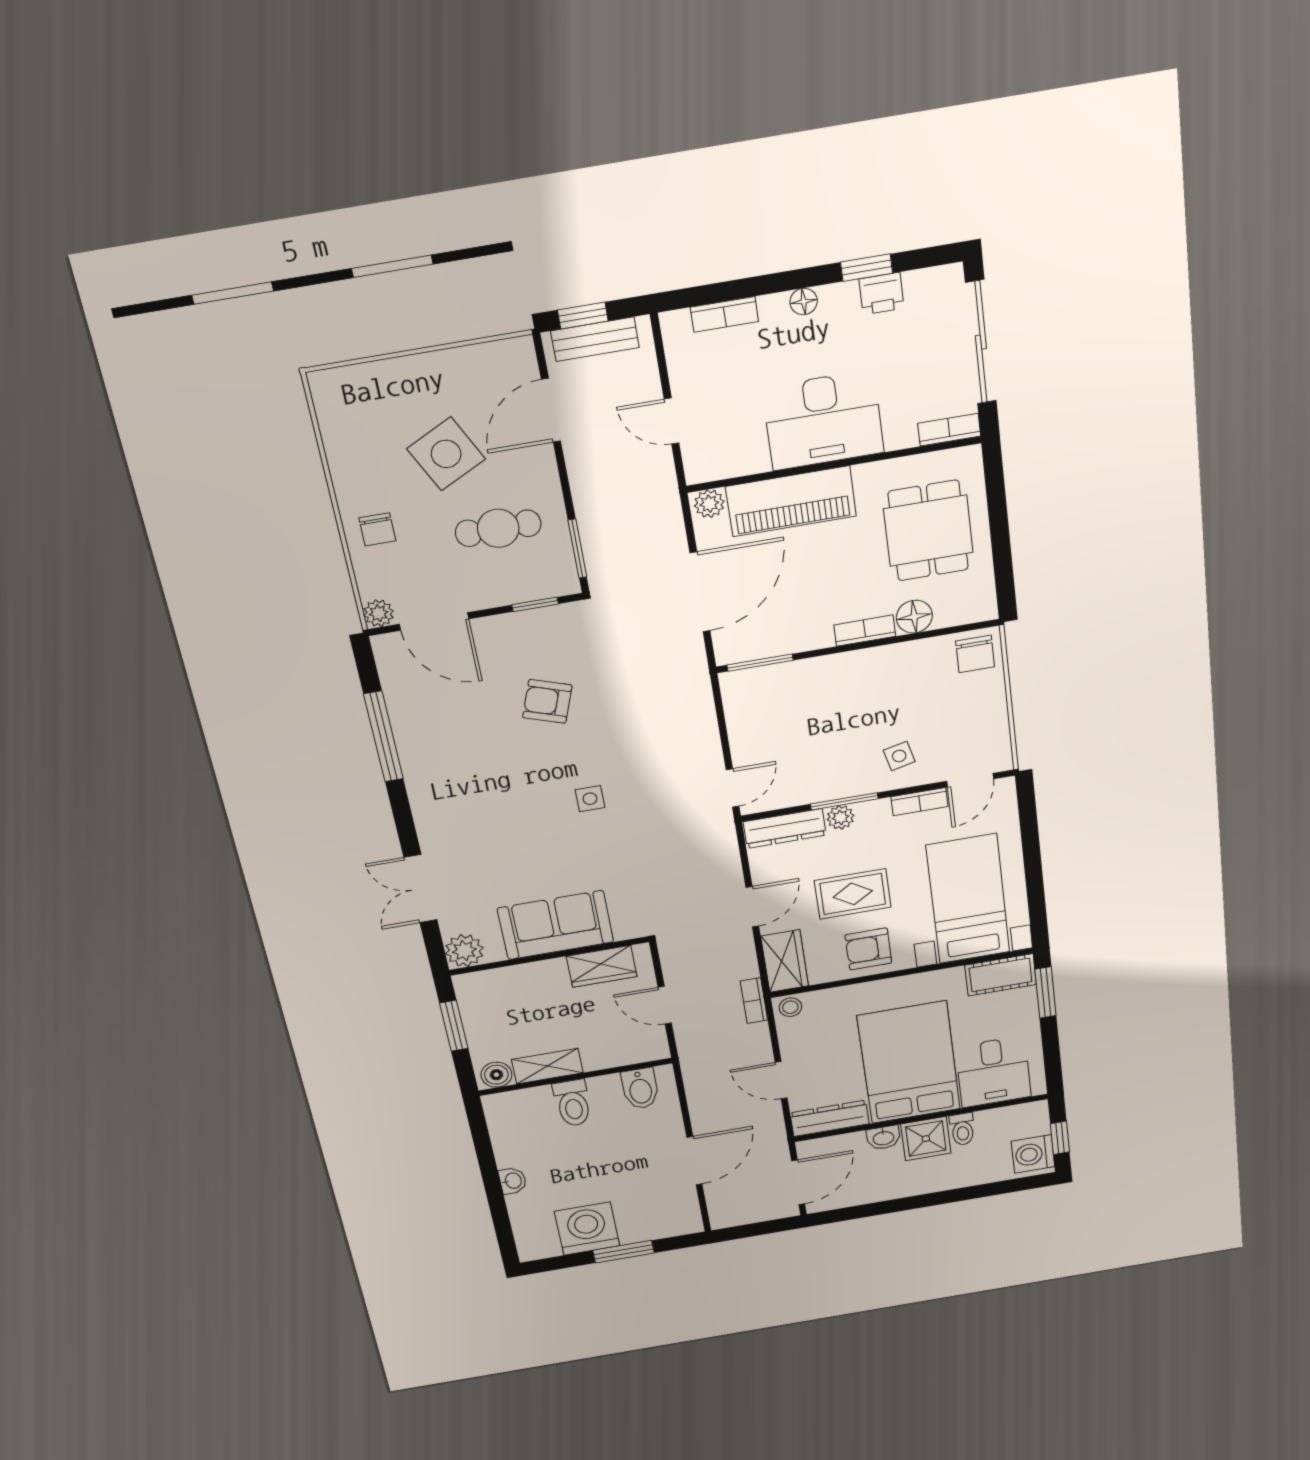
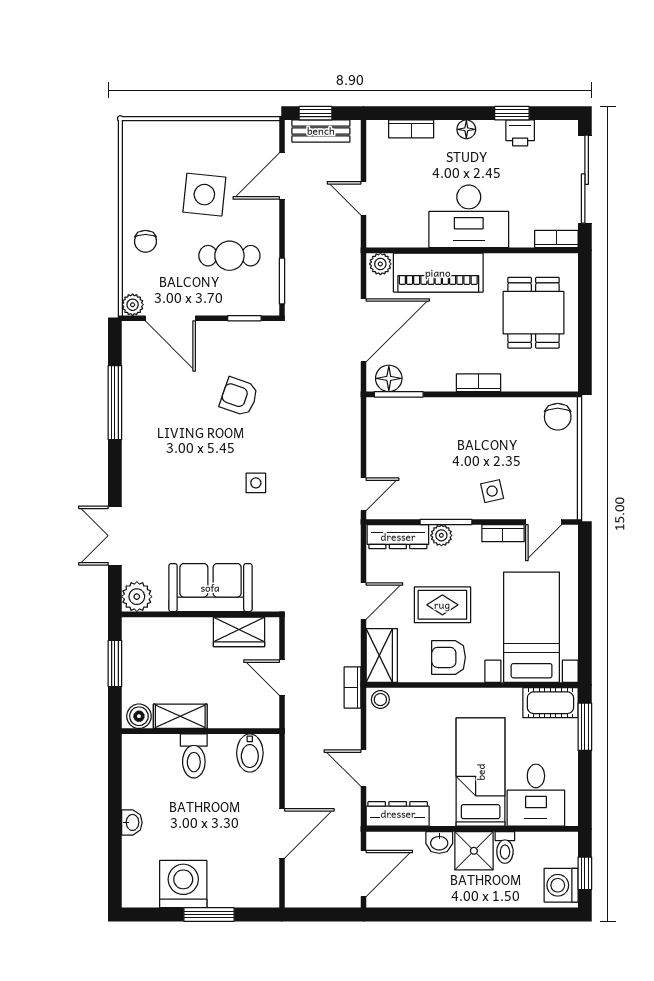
side table: (446, 454) -> (204, 195), turned 33
floor lamp: (914, 617) -> (389, 378), moved
bed: (909, 1063) -> (481, 772), width x0.67

